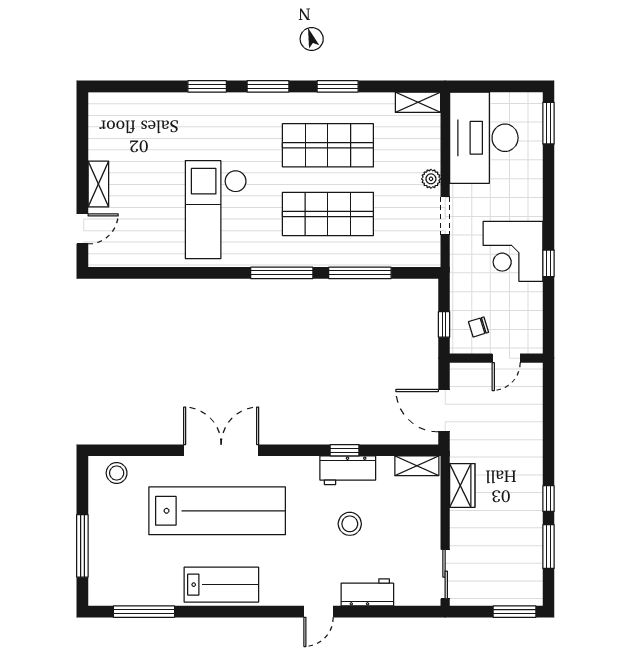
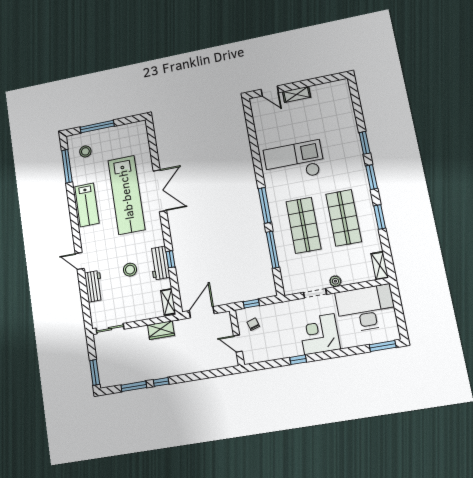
corner desk: (513, 251) -> (319, 334), moved
stool: (117, 473) -> (85, 151), moved

